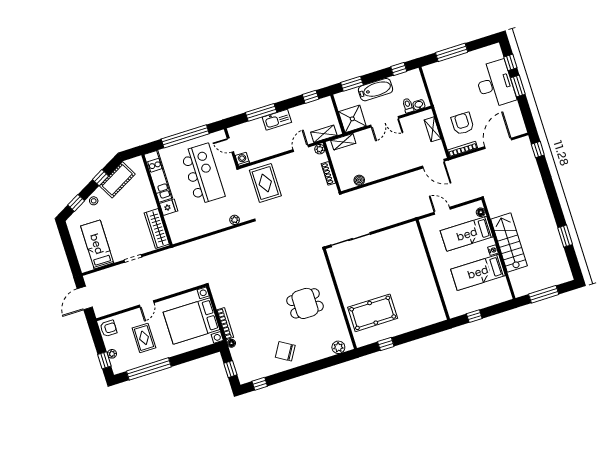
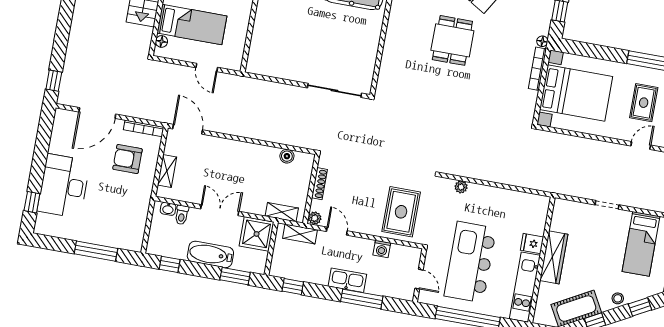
window: (518, 86) -> (38, 169), removed
armchair: (463, 124) -> (128, 159), turned 90
door: (301, 148) -> (337, 231), swing flipped
washing machine: (242, 159) -> (382, 249), moved
wardrobe: (157, 228) -> (554, 257), moved
dining table: (305, 303) -> (452, 40), moved, turned 90
door: (147, 304) -> (641, 146), moved

